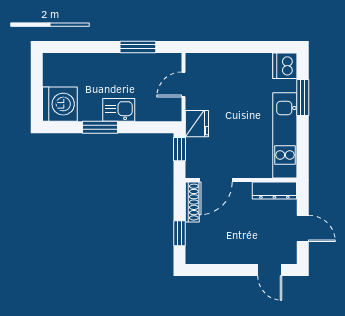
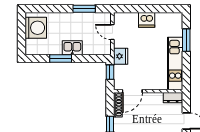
dishwasher: (285, 66) -> (147, 20), moved, turned -90
door: (183, 85) -> (112, 32), hinge flipped
washing machine: (60, 104) -> (36, 28), moved
dresser: (274, 191) -> (173, 98), width x0.70

